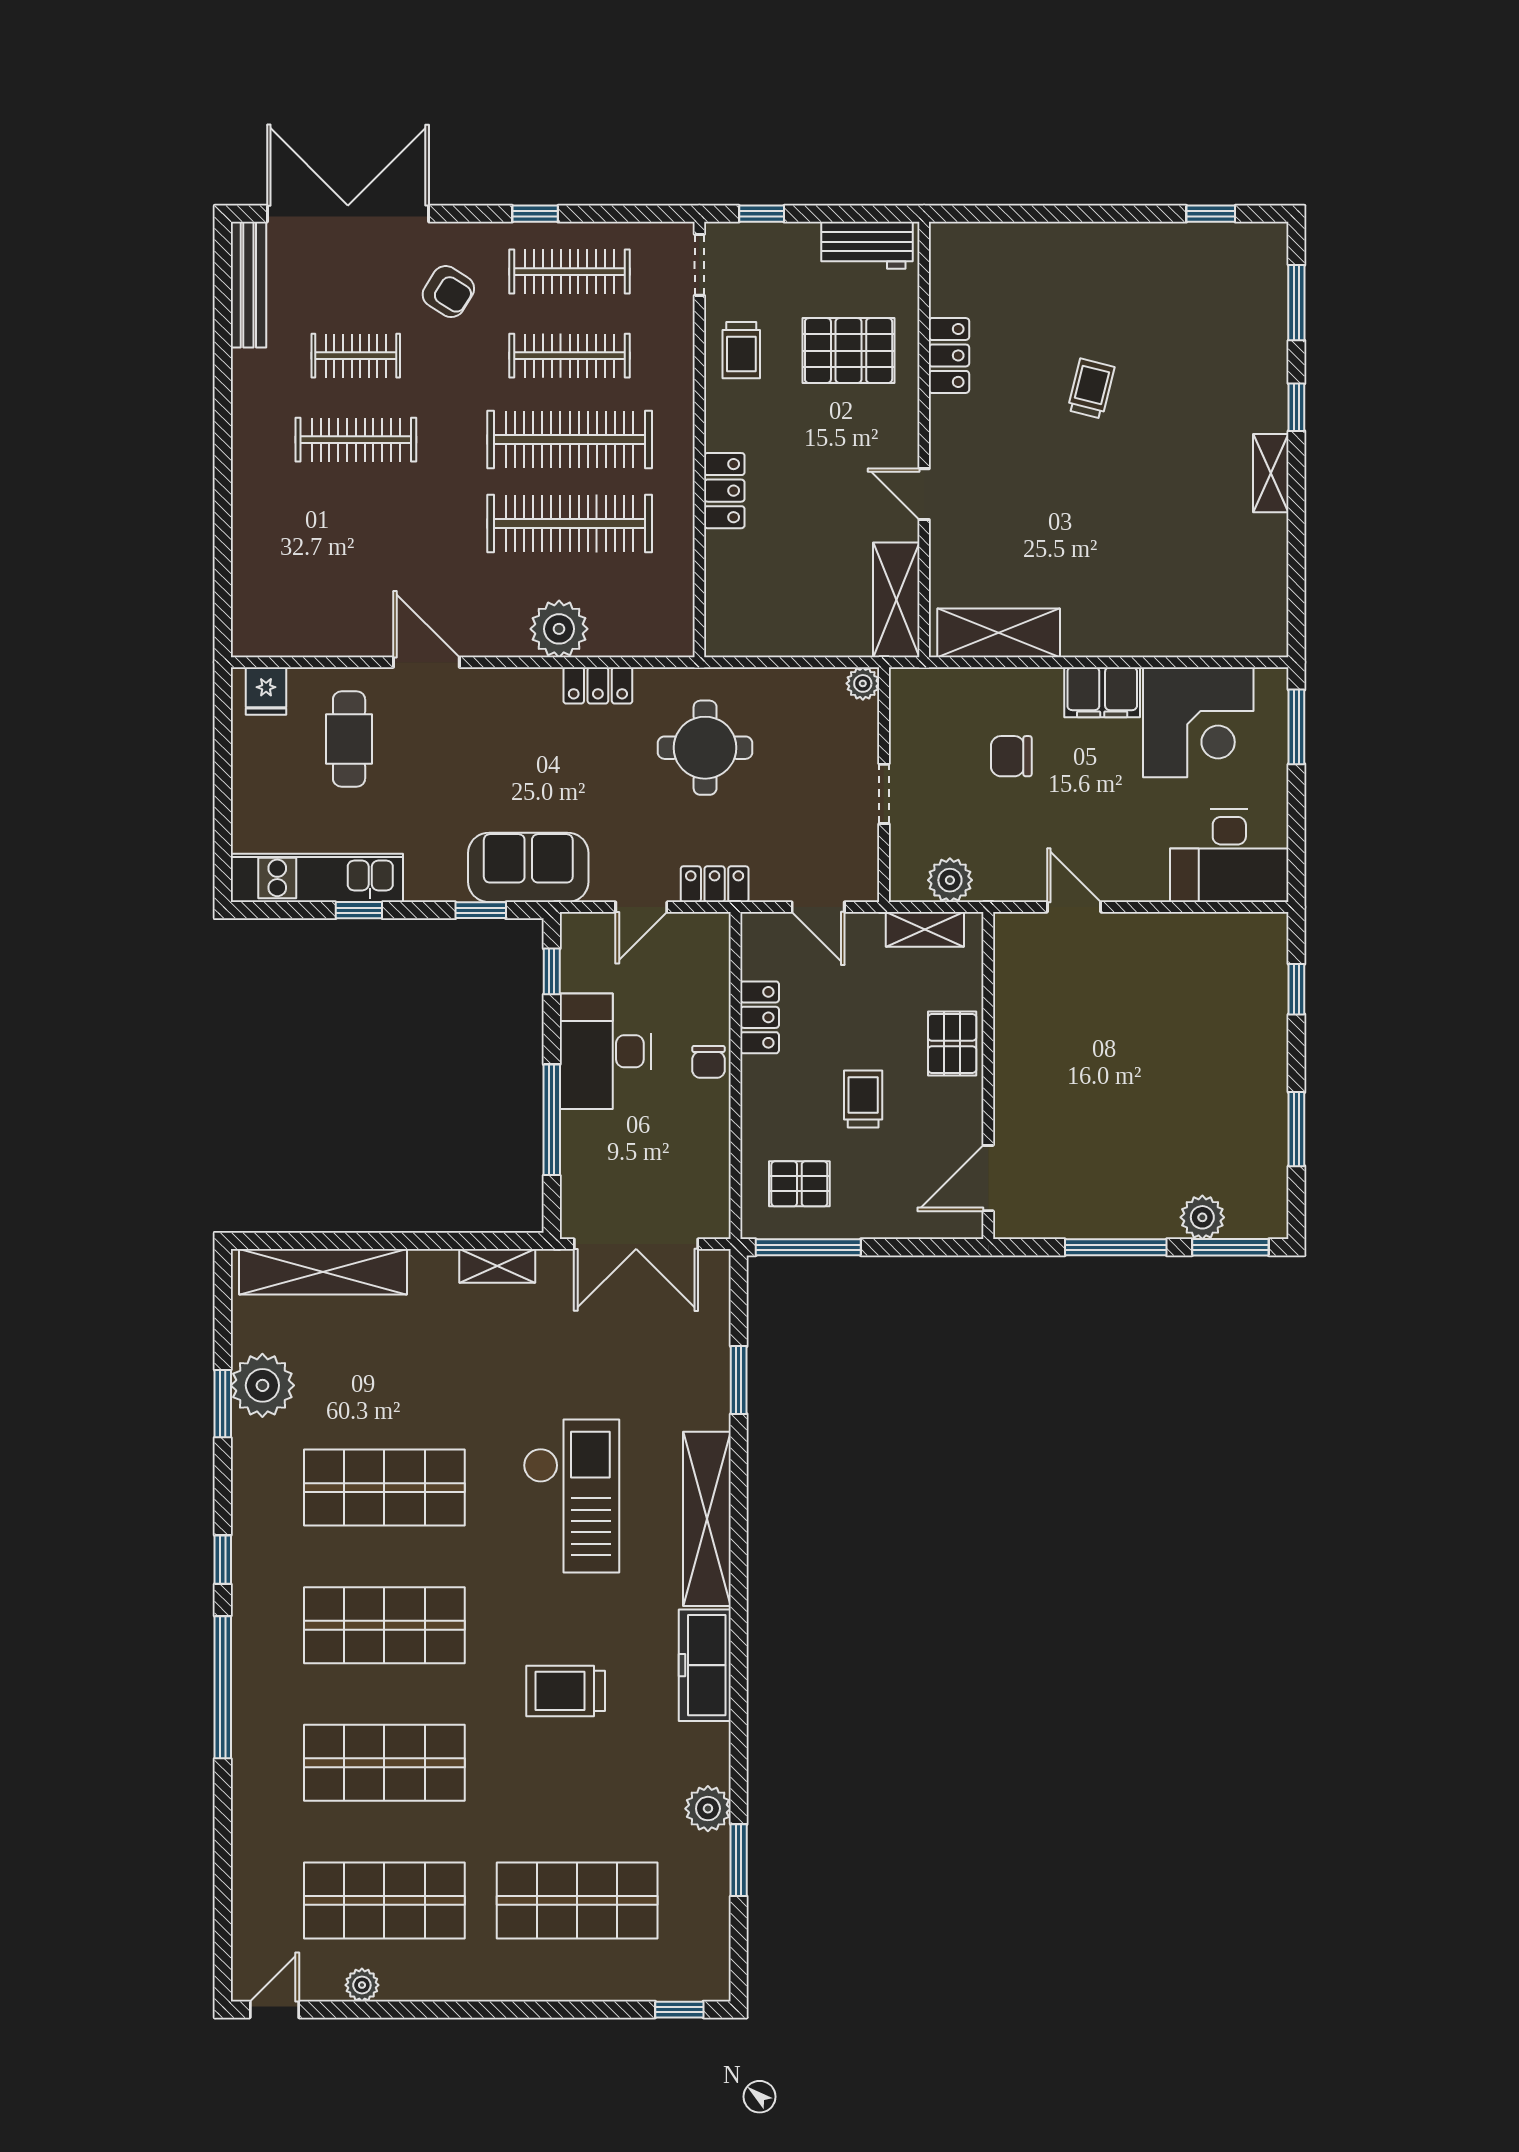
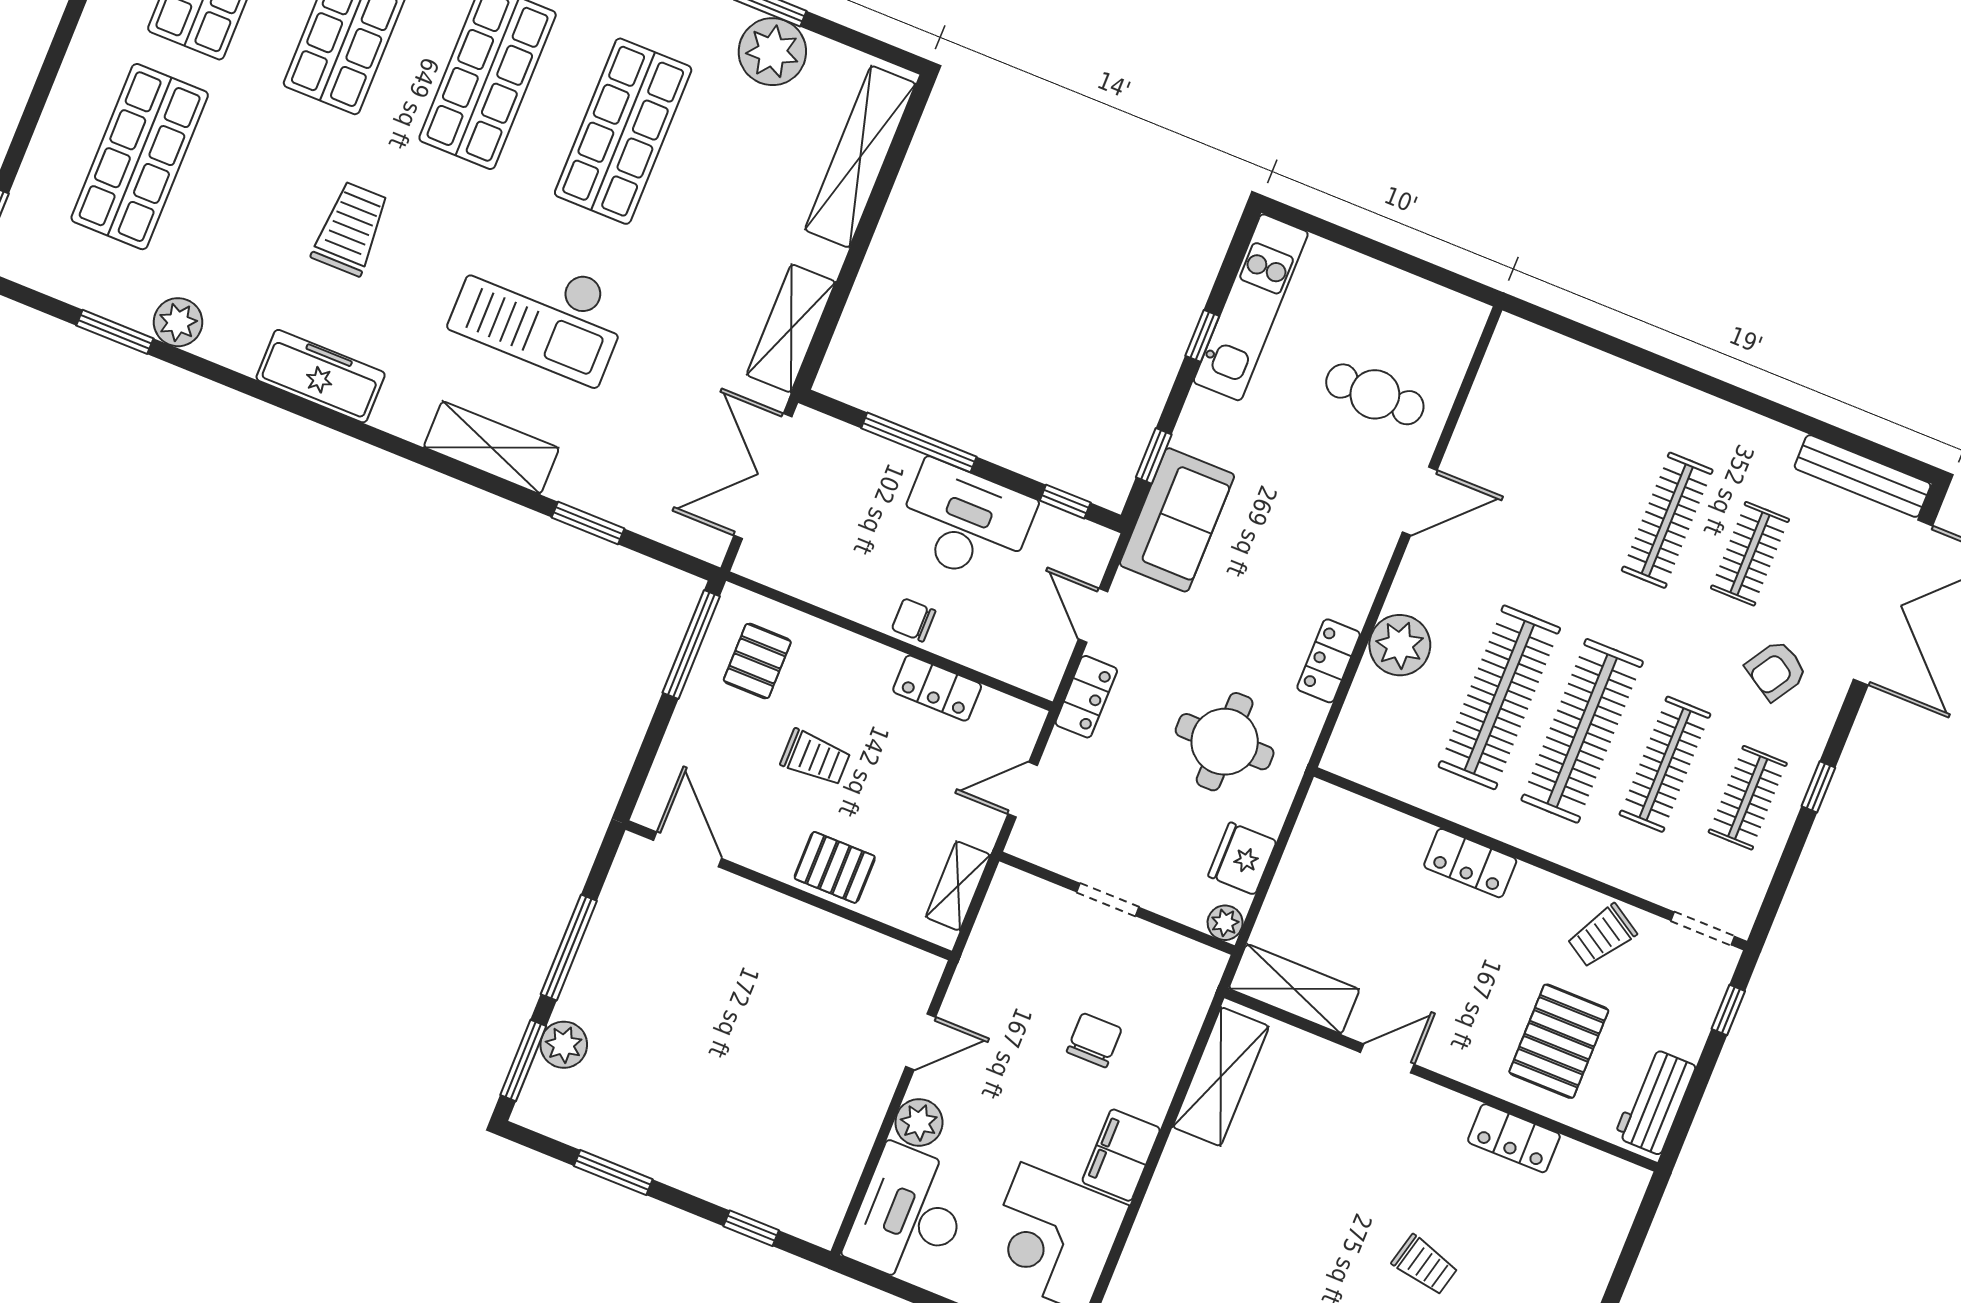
clothes rail: (570, 272) -> (1748, 798), width x0.73
trolley: (741, 350) -> (1602, 936), turned -58
fridge: (266, 691) -> (1242, 859), moved, width x1.38
plant: (950, 880) -> (919, 1122), moved
shelving: (497, 1266) -> (791, 328), width x1.50, depth x1.33
shelving: (707, 1519) -> (491, 448), width x0.68

